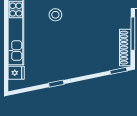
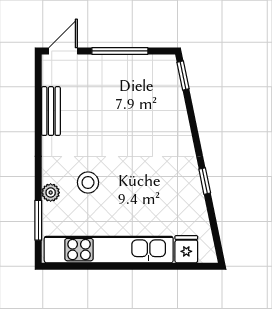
shoe rack: (125, 48) -> (144, 64), removed

